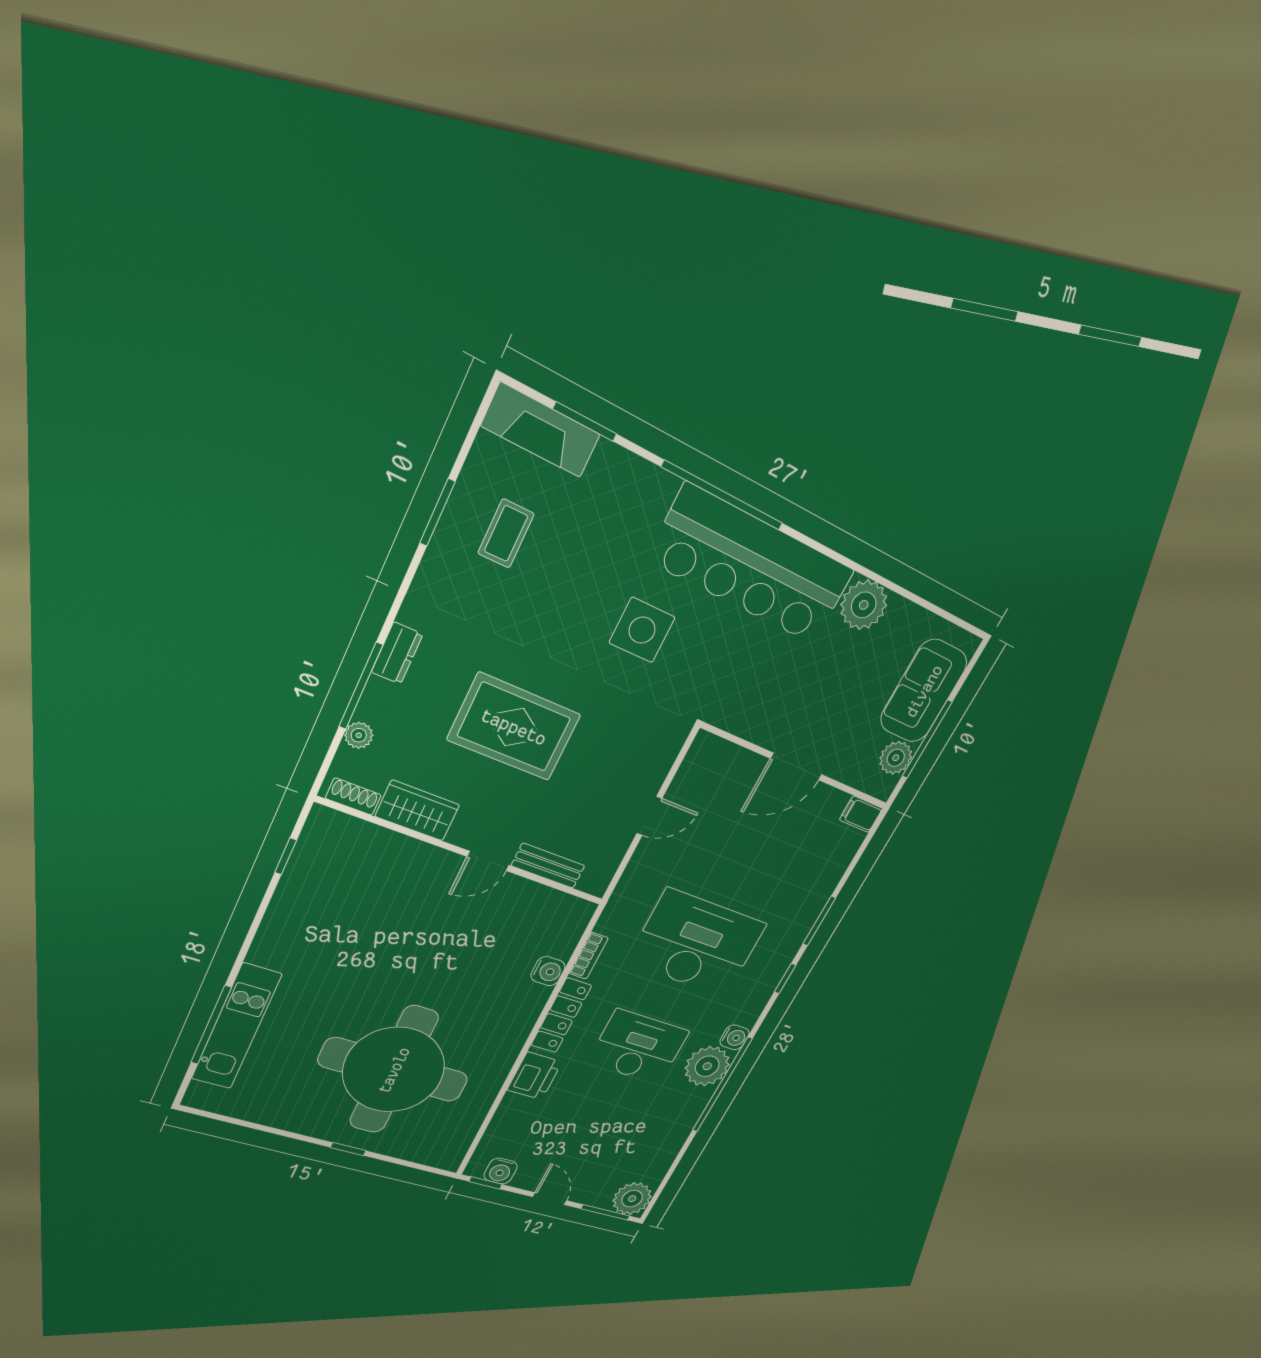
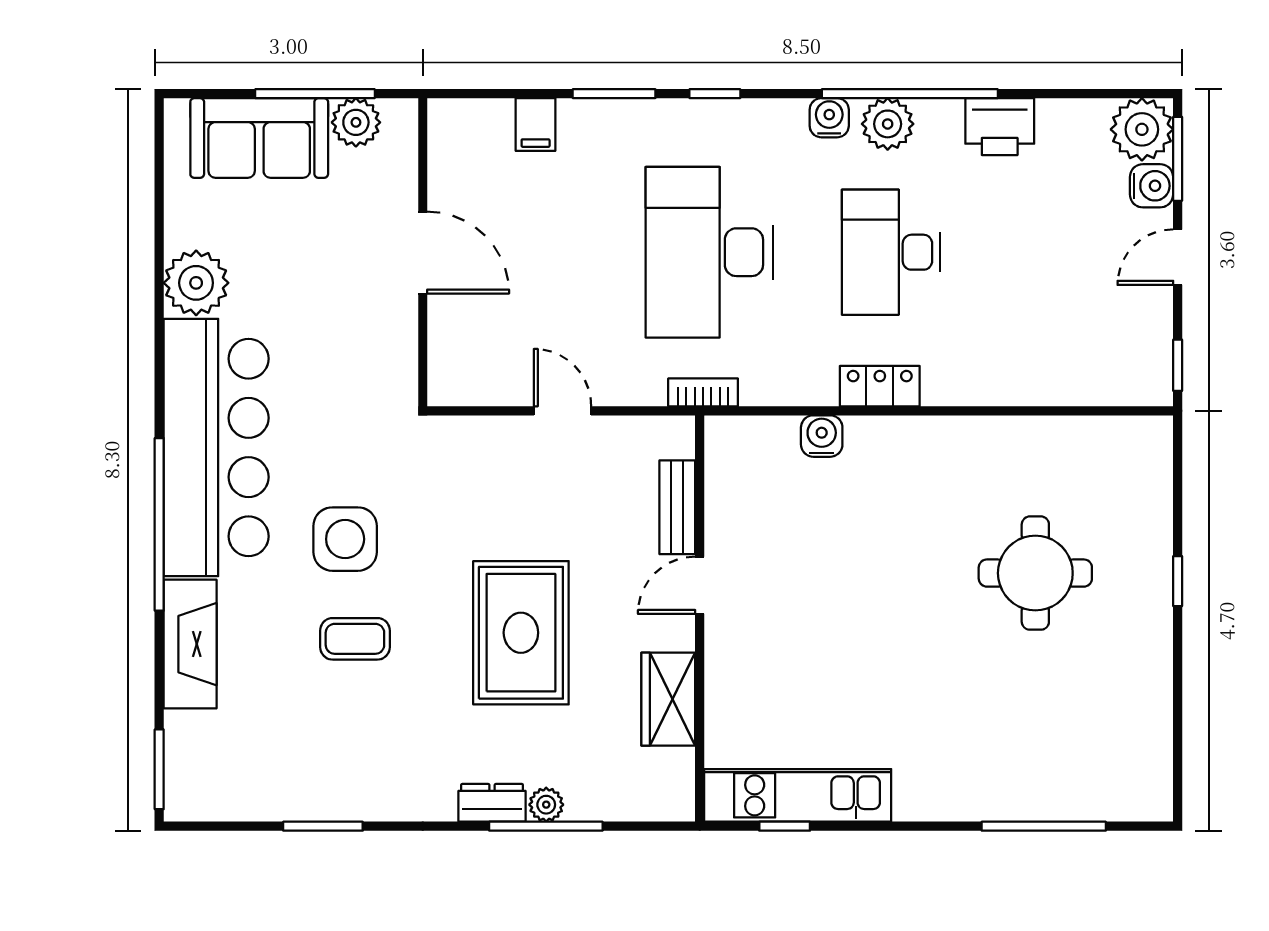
window: (585, 422) -> (159, 769), moved
fireplace: (541, 430) -> (190, 644), moved
coffee table: (506, 533) -> (355, 639), moved
plant: (359, 735) -> (546, 805), moved
shoe rack: (353, 797) -> (680, 780), removed
filing cabinet: (861, 814) -> (536, 125), moved
door: (488, 861) -> (700, 585), swing flipped
bookcase: (589, 956) -> (703, 392), moved
locker: (561, 1015) -> (880, 386), width x0.66
kitchen unit: (236, 1027) -> (798, 795), moved
plant: (707, 1066) -> (888, 124), width x0.73, depth x0.73
round table: (394, 1070) -> (1035, 573), width x0.54, depth x0.54
printer: (535, 1076) -> (1000, 127), moved, turned 180
water cooler: (501, 1171) -> (1152, 186), moved

